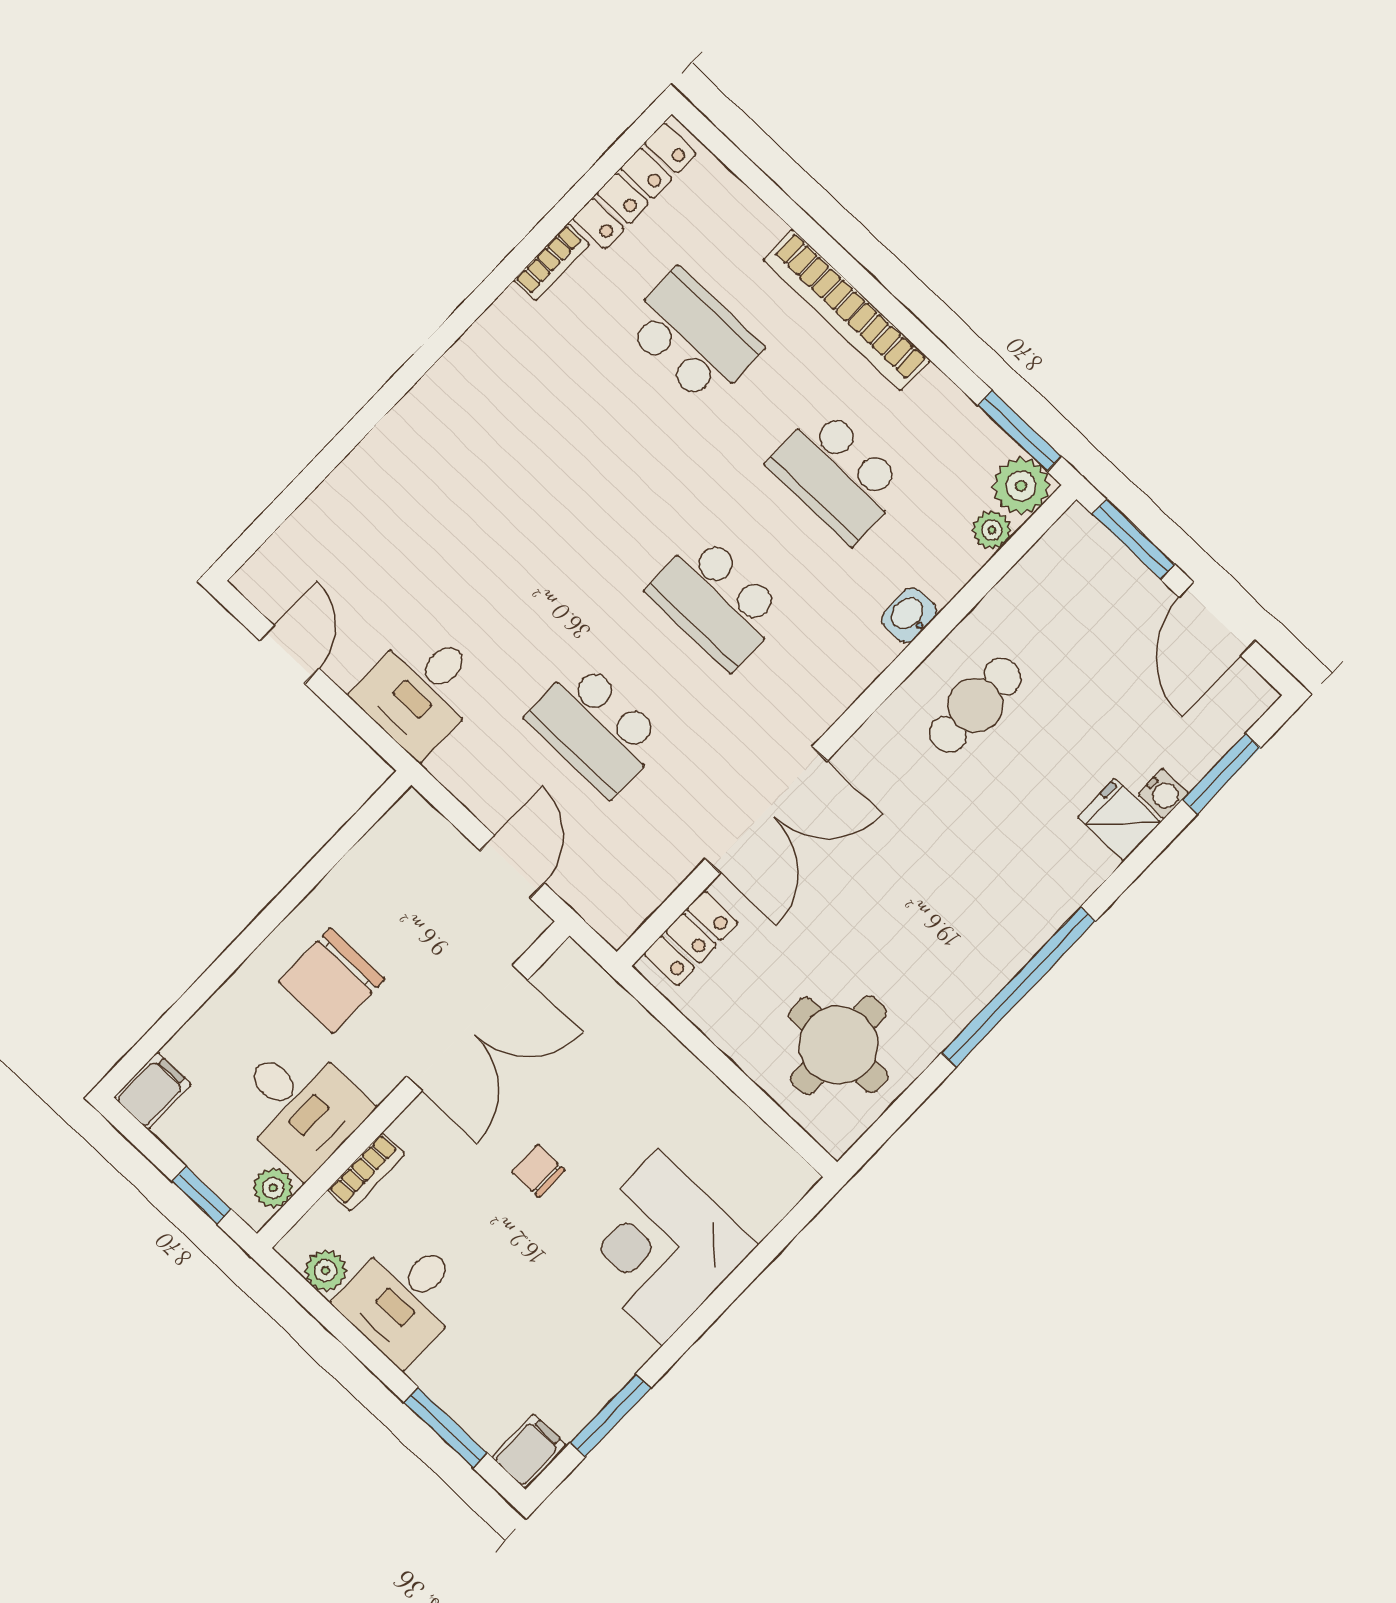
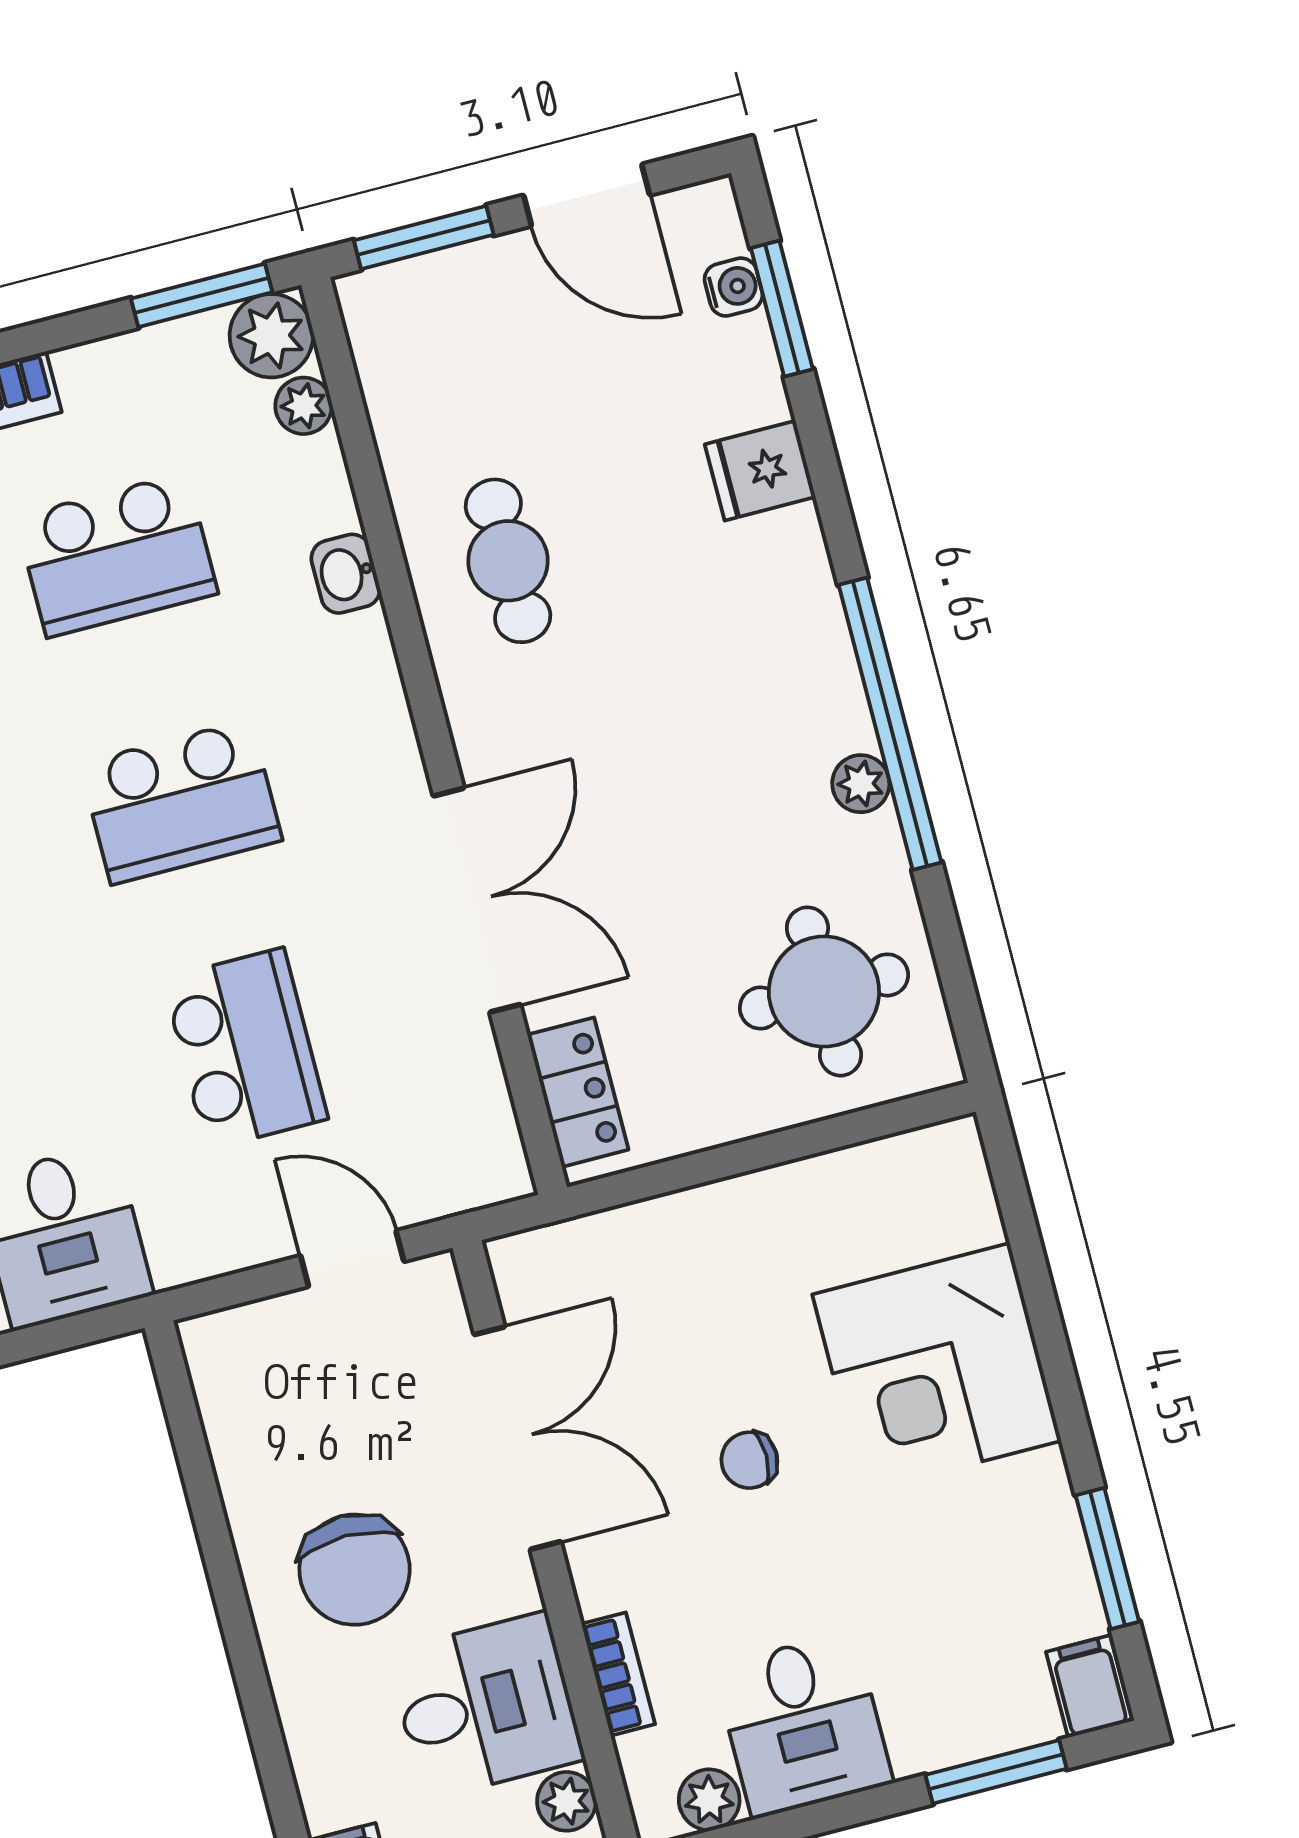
school desk: (596, 728) -> (245, 1049), turned -90
water cooler: (1163, 794) -> (733, 287), moved
plant: (973, 992) -> (861, 784), added

